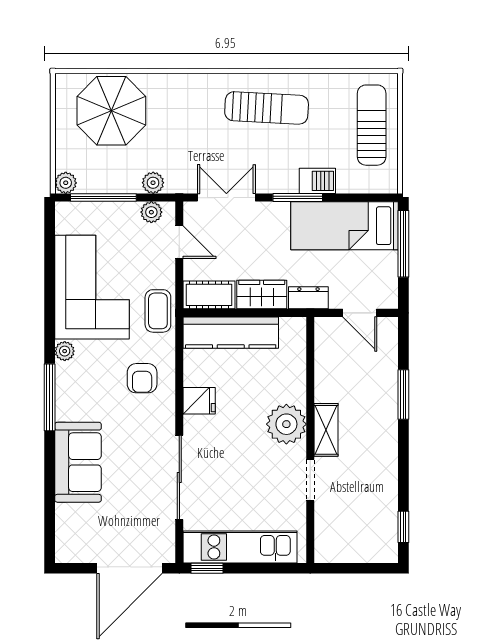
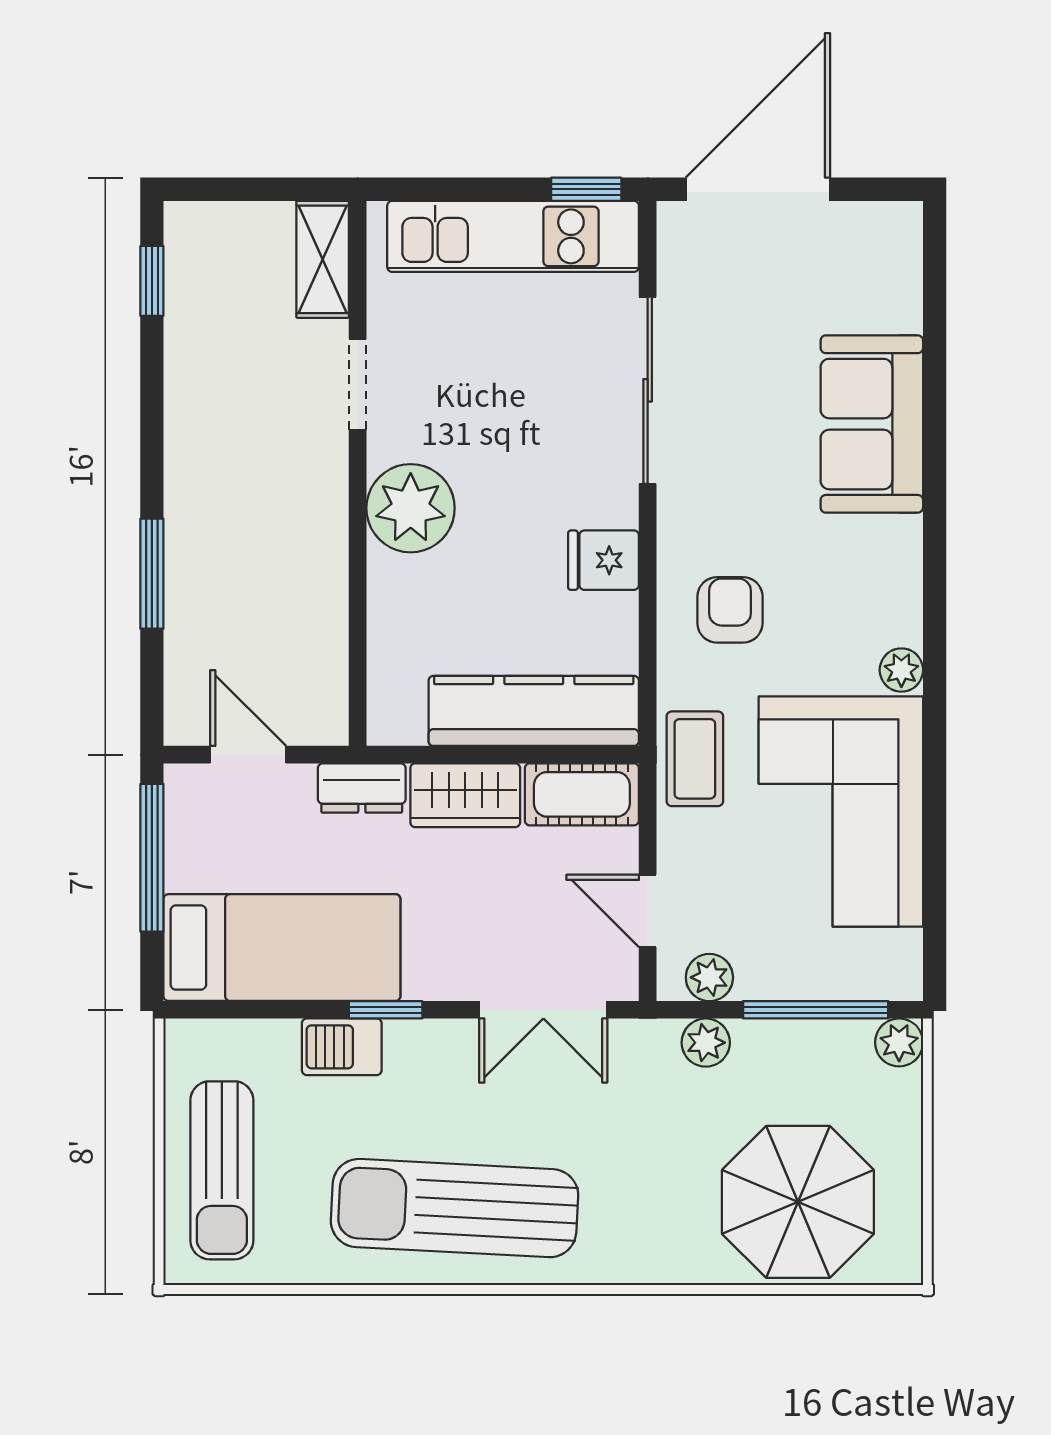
sun lounger: (267, 108) -> (454, 1208), width x1.36, depth x1.34
window: (298, 198) -> (386, 1010), width x0.67
window: (403, 244) -> (152, 858), moved
window: (50, 397) -> (935, 567), removed
shelving: (326, 430) -> (323, 259), moved

